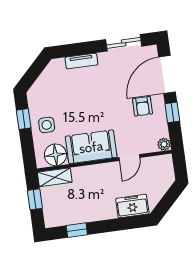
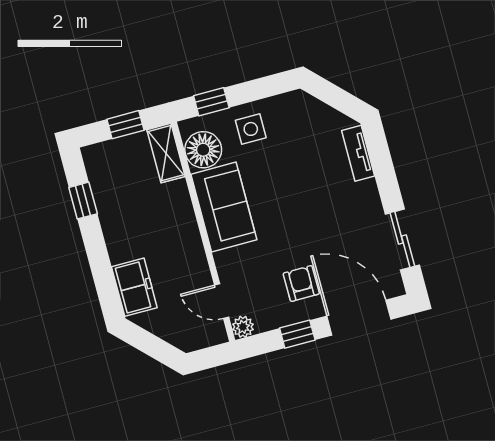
tv unit: (81, 61) -> (358, 153), moved
armchair: (142, 106) -> (301, 284), turned 90
window: (24, 119) -> (211, 102), moved
door: (129, 157) -> (222, 301), moved

